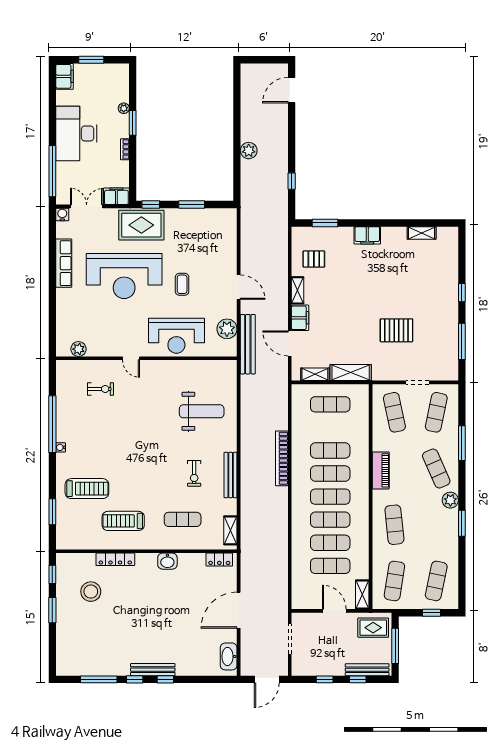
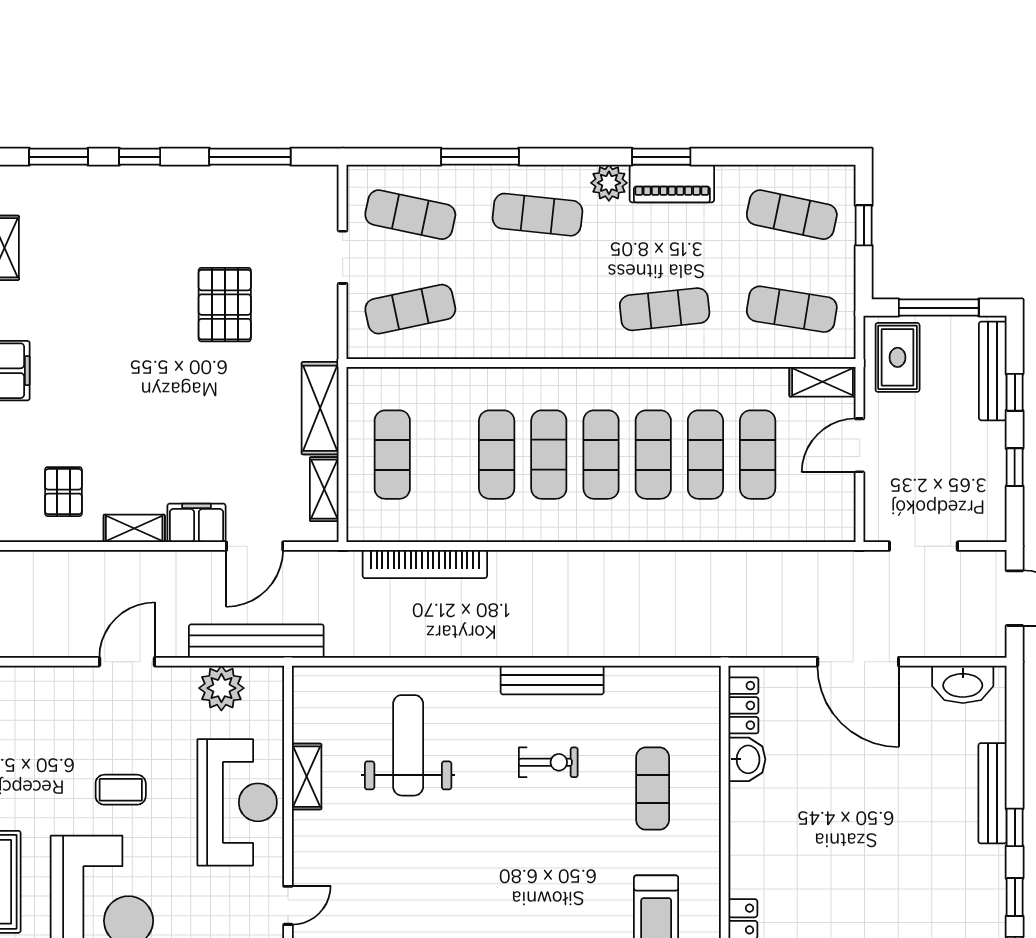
window: (462, 257) -> (59, 157), added
bookcase: (282, 458) -> (425, 564), moved
exercise mat: (436, 469) -> (537, 215), turned 30
piano: (381, 470) -> (672, 183), moved, turned 180
shelving: (230, 530) -> (307, 777), moved, turned 90
washbasin: (167, 561) -> (747, 759), moved
bench: (153, 670) -> (993, 793), moved

